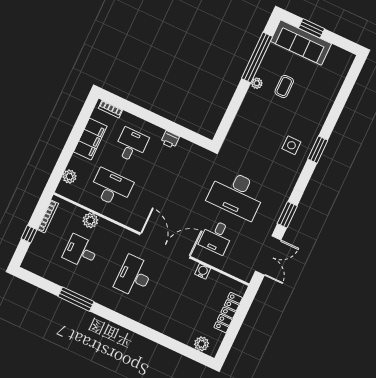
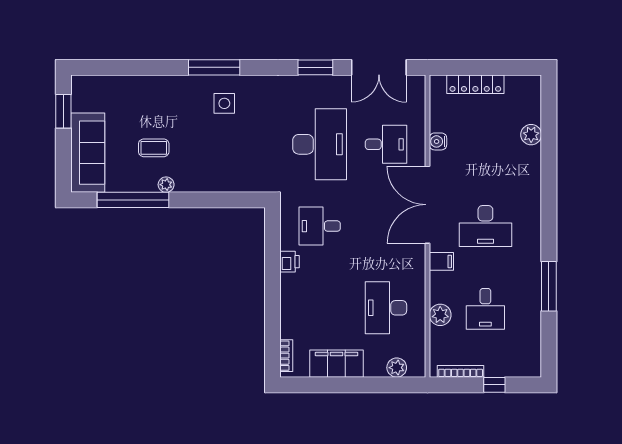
window: (311, 28) -> (63, 111), moved
desk: (131, 145) -> (320, 226), moved
window: (318, 150) -> (214, 67), width x1.44
filing cabinet: (124, 237) -> (441, 261), added
double door: (268, 256) -> (379, 67), swing flipped
plant: (202, 344) -> (531, 135), moved

